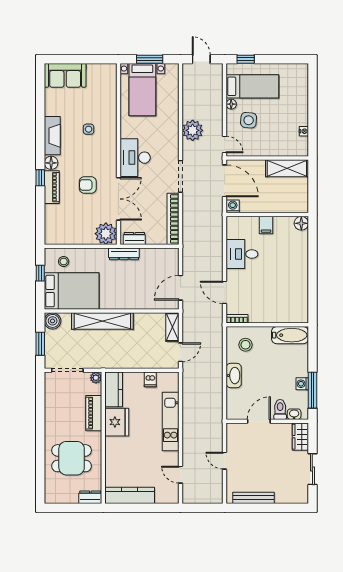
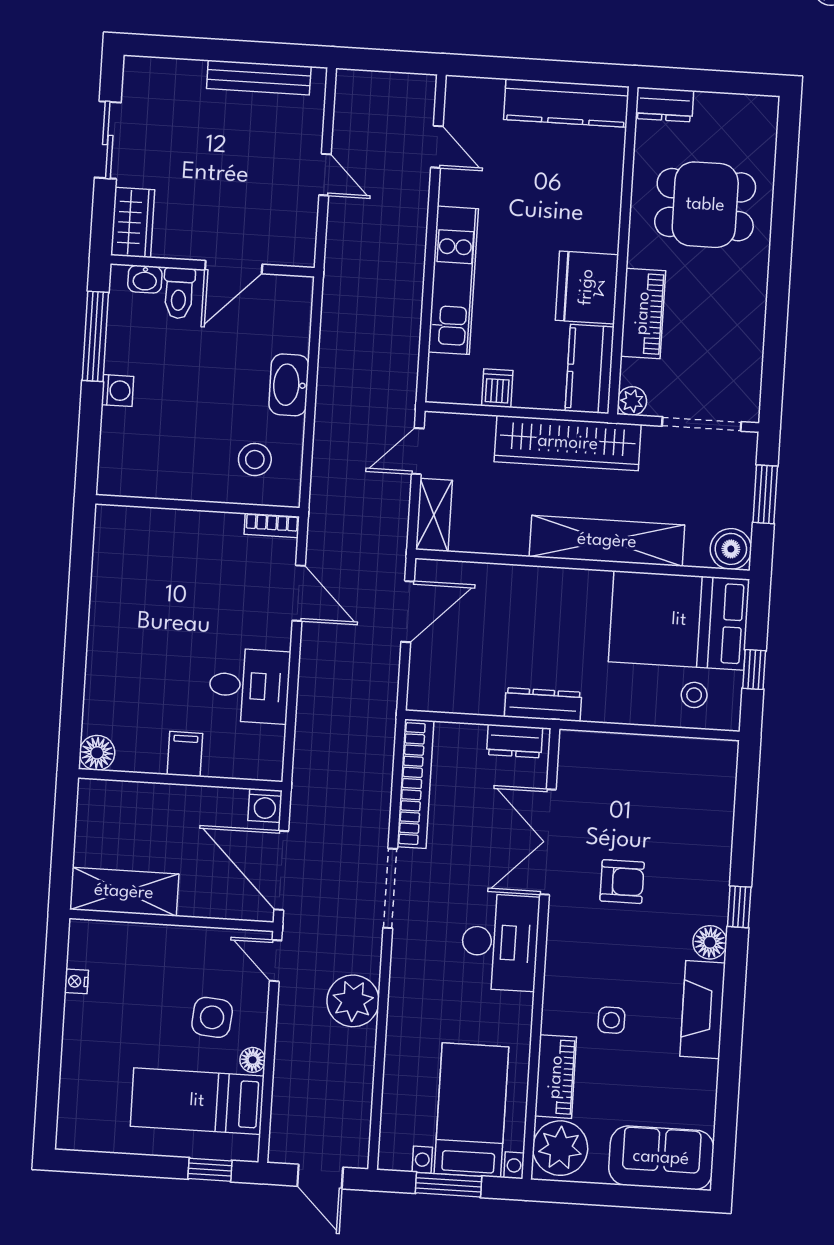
piano: (52, 187) -> (556, 1077), moved, turned 180
plant: (106, 234) -> (560, 1148), moved
bathtub: (290, 335) -> (143, 476), removed
wardrobe: (121, 359) -> (568, 443), added
washing machine: (302, 384) -> (118, 391), moved

